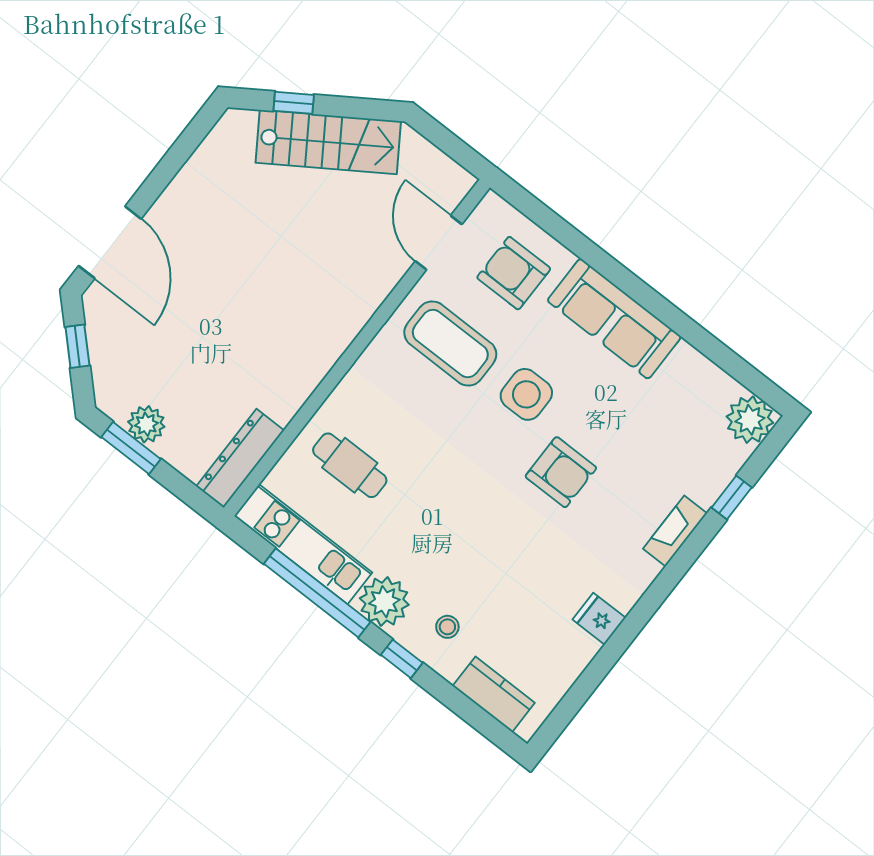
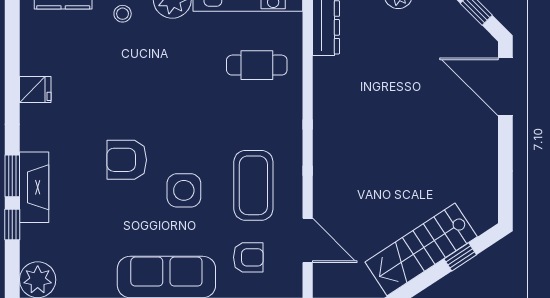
armchair: (514, 273) -> (248, 257), width x0.72, depth x0.72
coffee table: (450, 344) -> (253, 185), turned 90
fireplace: (675, 531) -> (34, 187), width x1.37, depth x1.32
window: (692, 548) -> (12, 176), added

